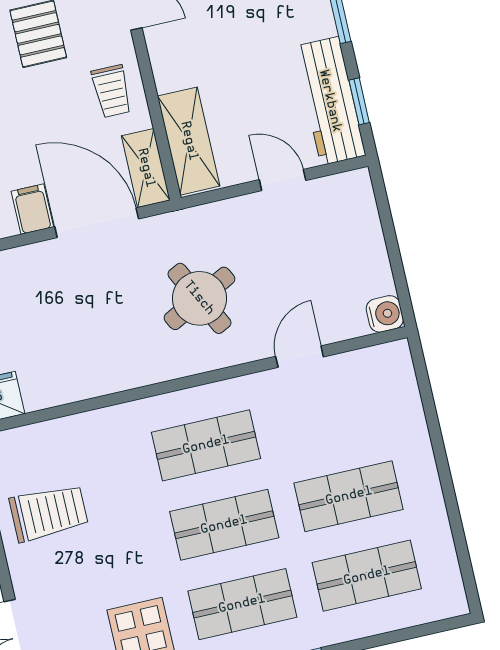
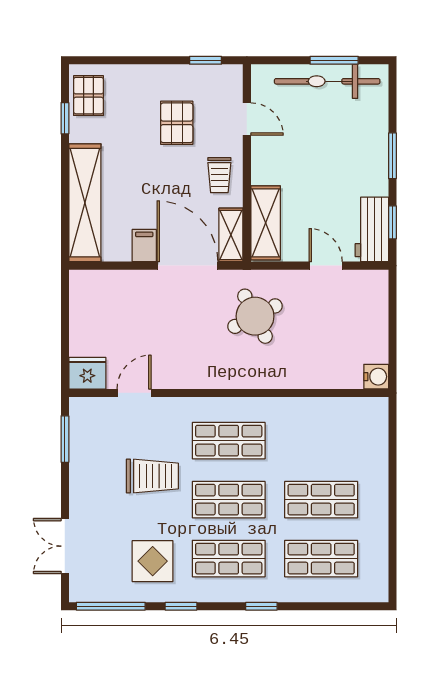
workbench: (330, 101) -> (372, 229), width x0.73
round table: (199, 298) -> (255, 316), moved
door: (300, 357) -> (134, 393), moved
trolley: (49, 513) -> (152, 476), moved

